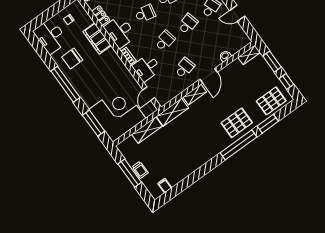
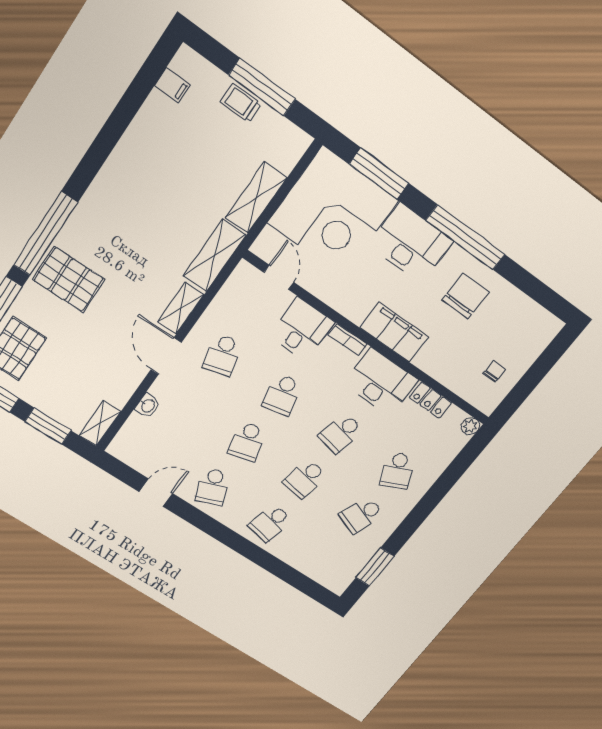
desk: (50, 36) -> (411, 243), moved
filing cabinet: (97, 38) -> (394, 332), moved
pallet: (237, 123) -> (69, 280), turned 90

